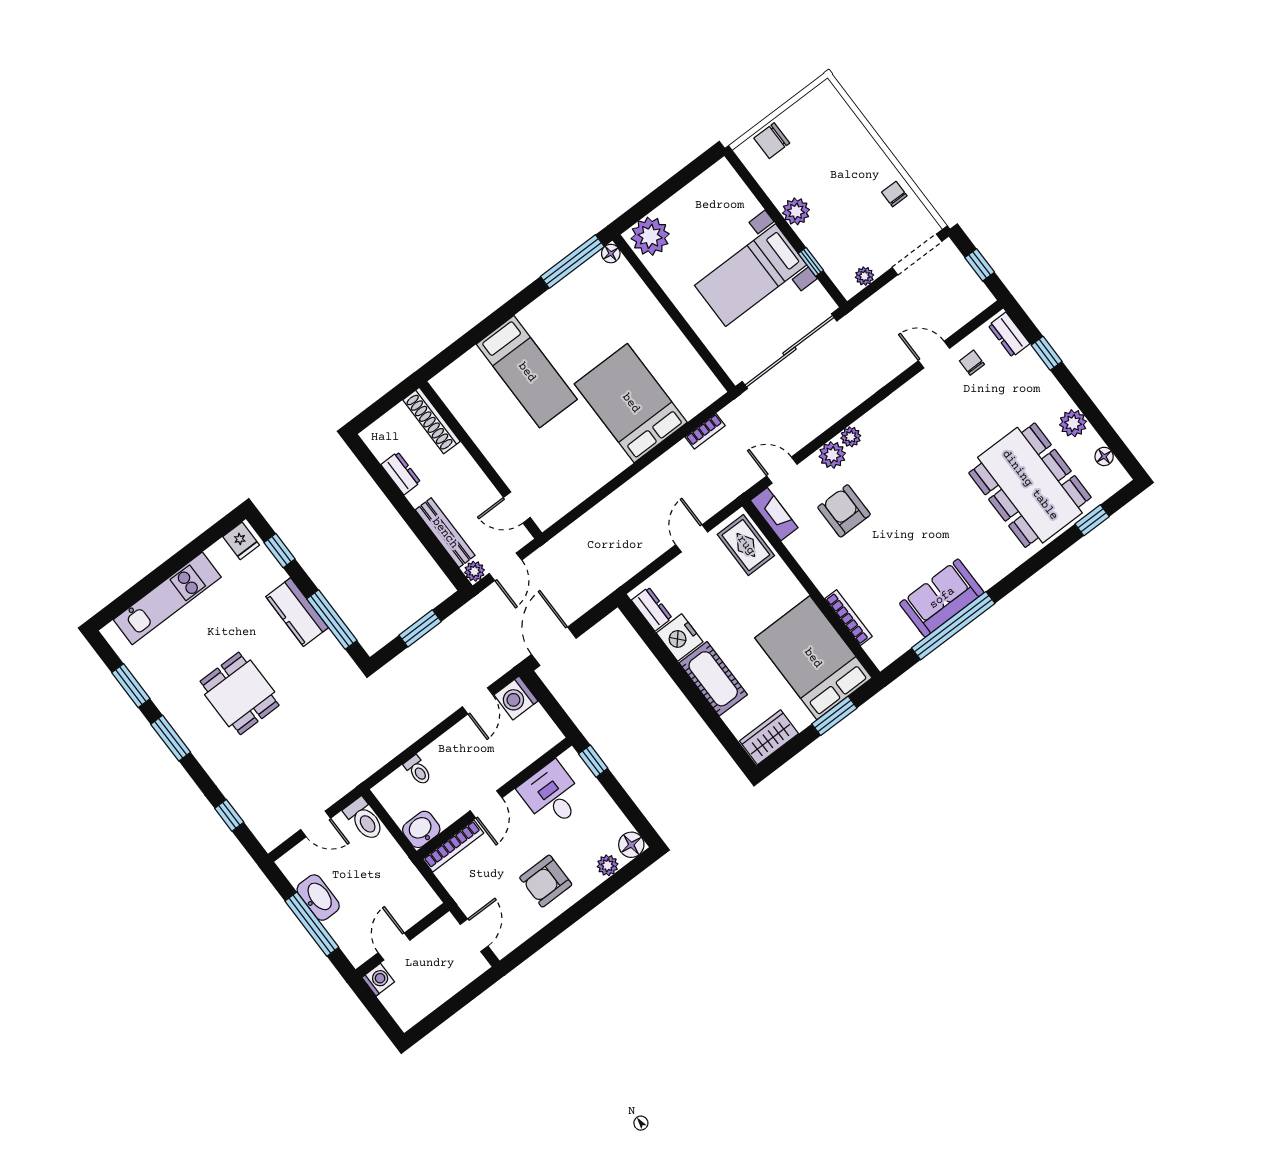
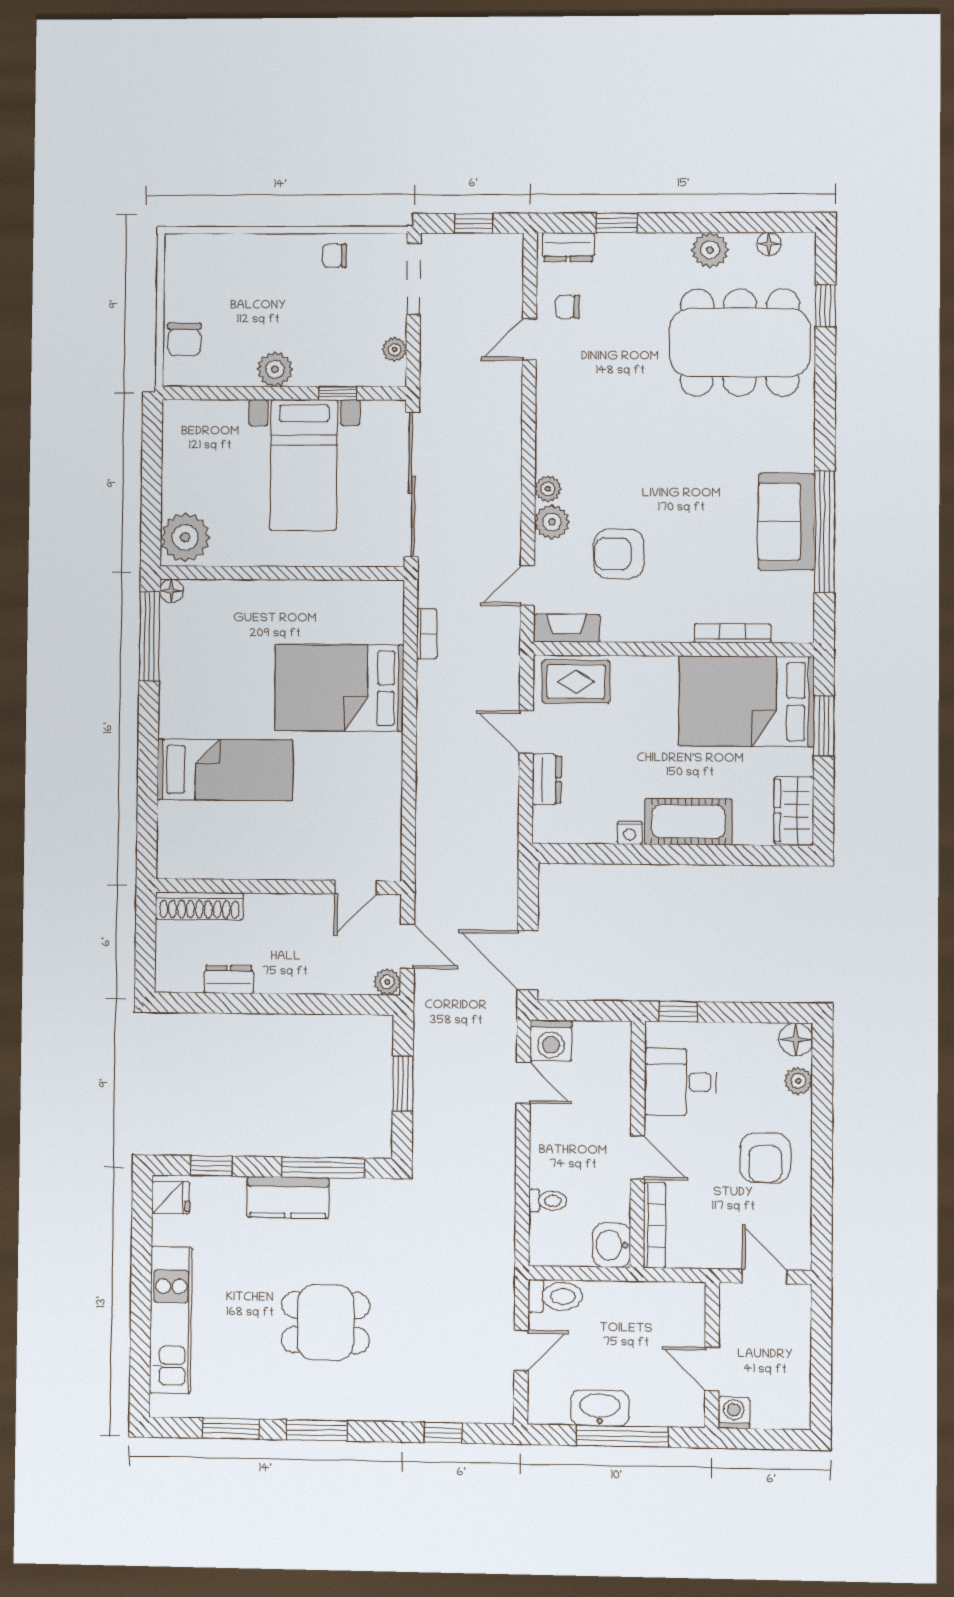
bench: (445, 533) -> (324, 981), removed
dresser: (652, 609) -> (547, 780), moved, turned 90
nightstand: (680, 637) -> (630, 833), width x0.53, depth x0.56

